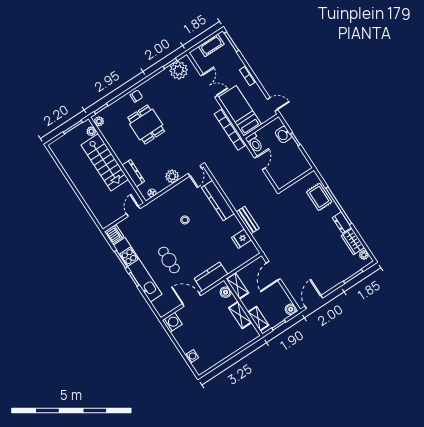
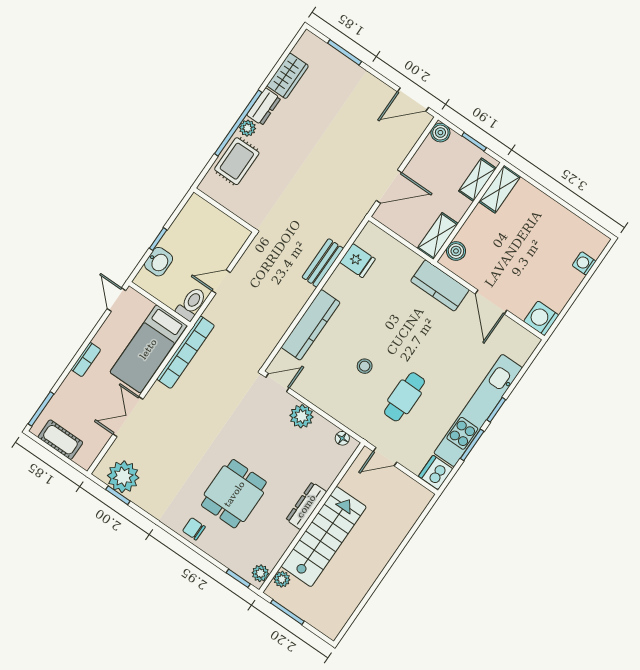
dresser: (133, 173) -> (306, 506), moved
plant: (364, 255) -> (247, 128), moved
cafe table: (169, 260) -> (404, 397), moved
shelving: (240, 315) -> (499, 189), moved

